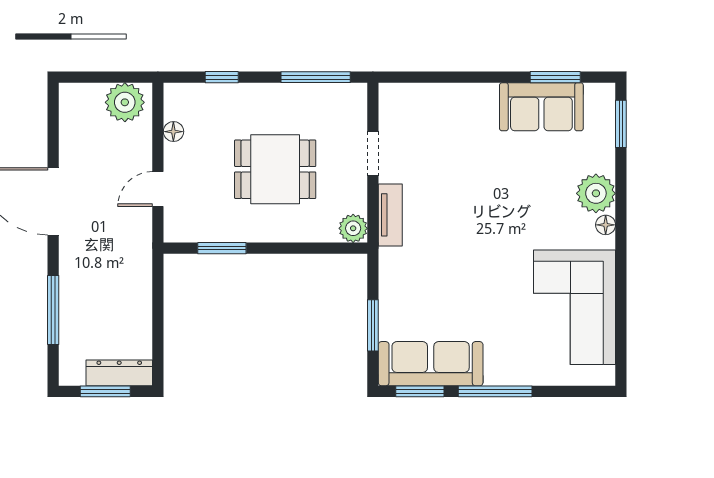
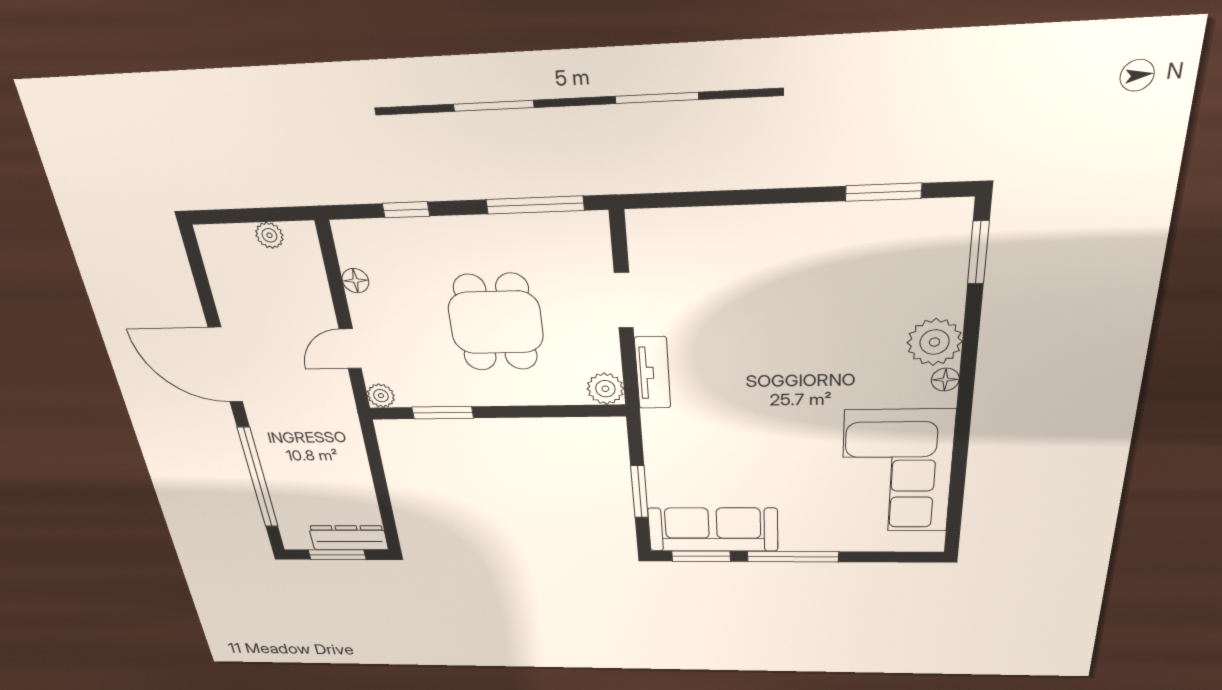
plant: (125, 102) -> (269, 235), width x0.53, depth x0.53
sofa: (541, 107) -> (861, 233), removed
dining table: (275, 169) -> (496, 322), turned 90
plant: (174, 232) -> (381, 396), added
window: (53, 310) -> (258, 478), width x1.46

